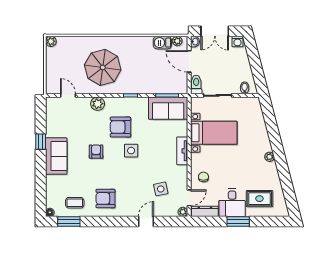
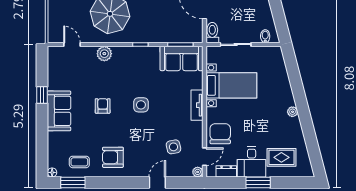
armchair: (120, 127) -> (129, 79), removed
chair: (203, 177) -> (220, 134), width x1.87, depth x1.87
dresser: (205, 211) -> (226, 171), width x0.70

